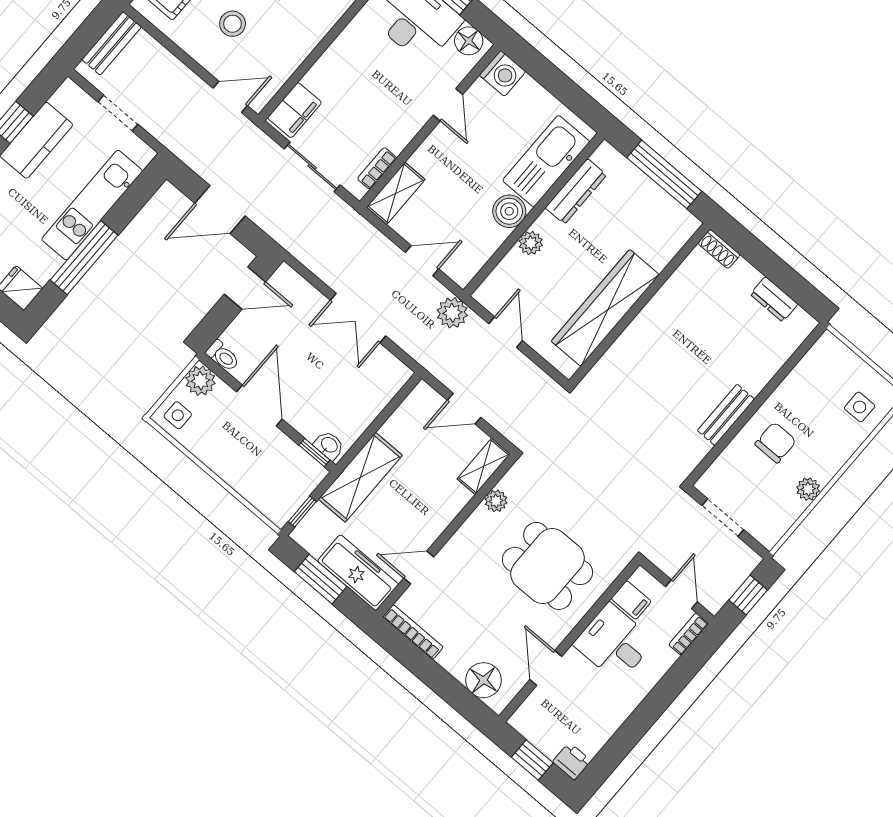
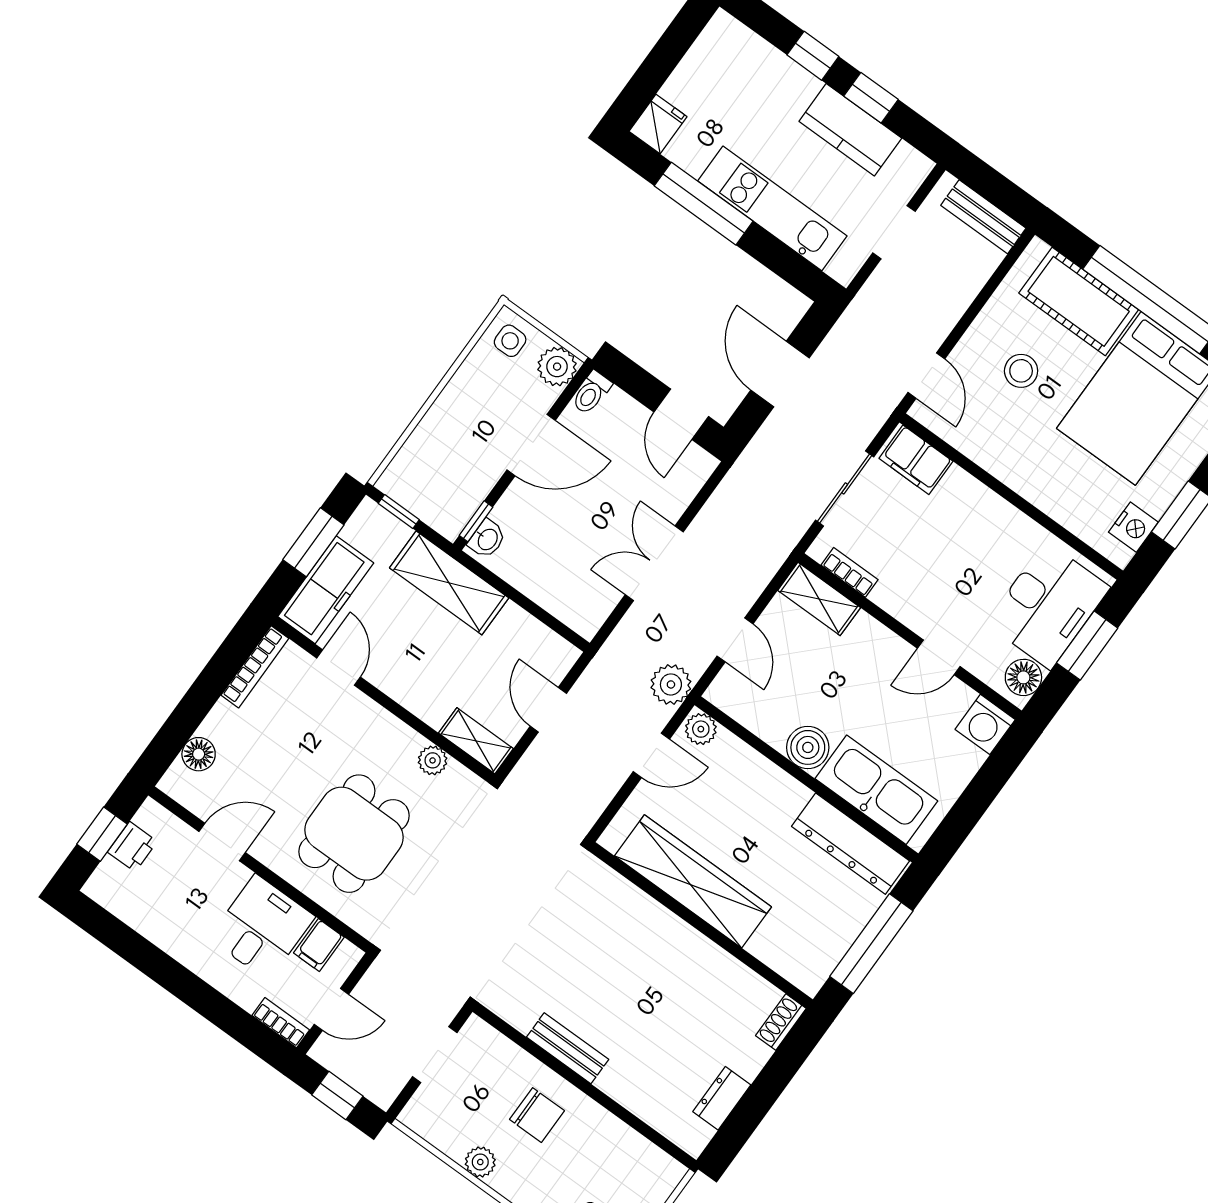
dresser: (576, 191) -> (851, 844), width x1.37, depth x1.24
plant: (531, 243) -> (701, 729), moved
floor lamp: (483, 680) -> (199, 754), width x0.73, depth x0.73
printer: (572, 761) -> (132, 847), moved

